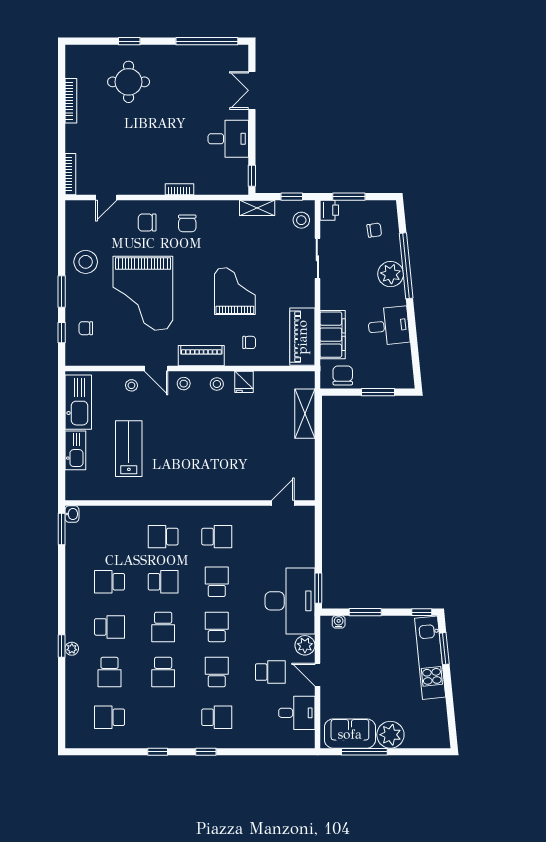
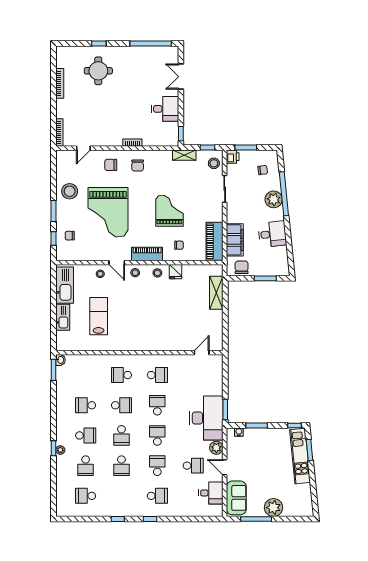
sofa: (350, 734) -> (236, 498), moved, turned 90

